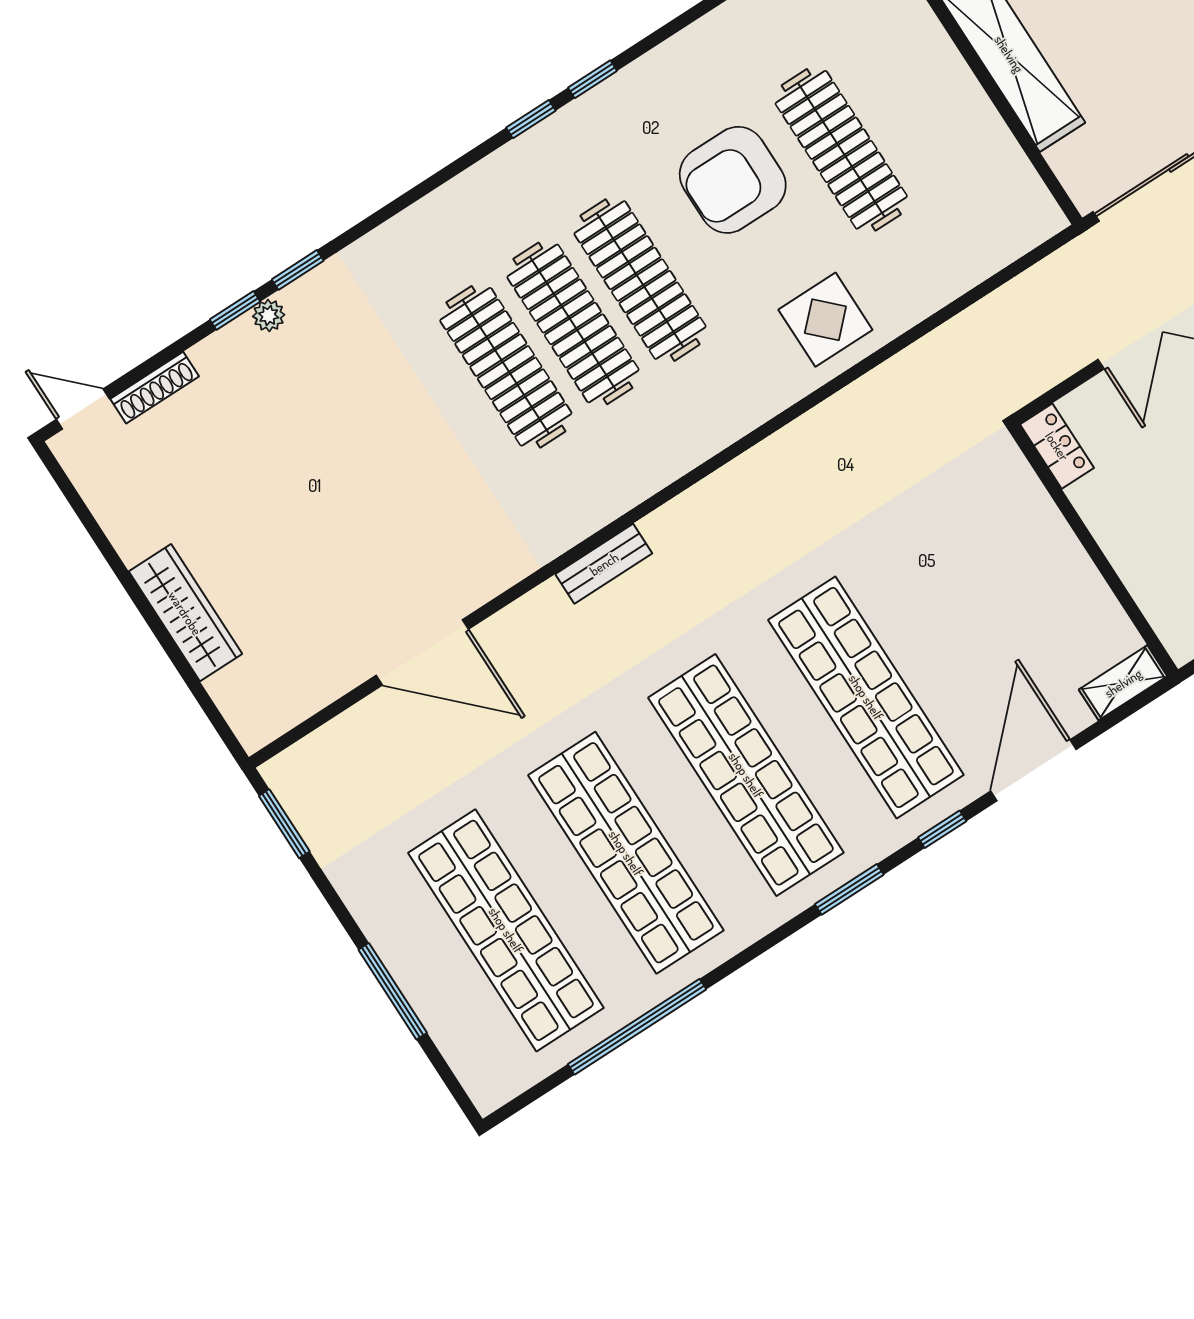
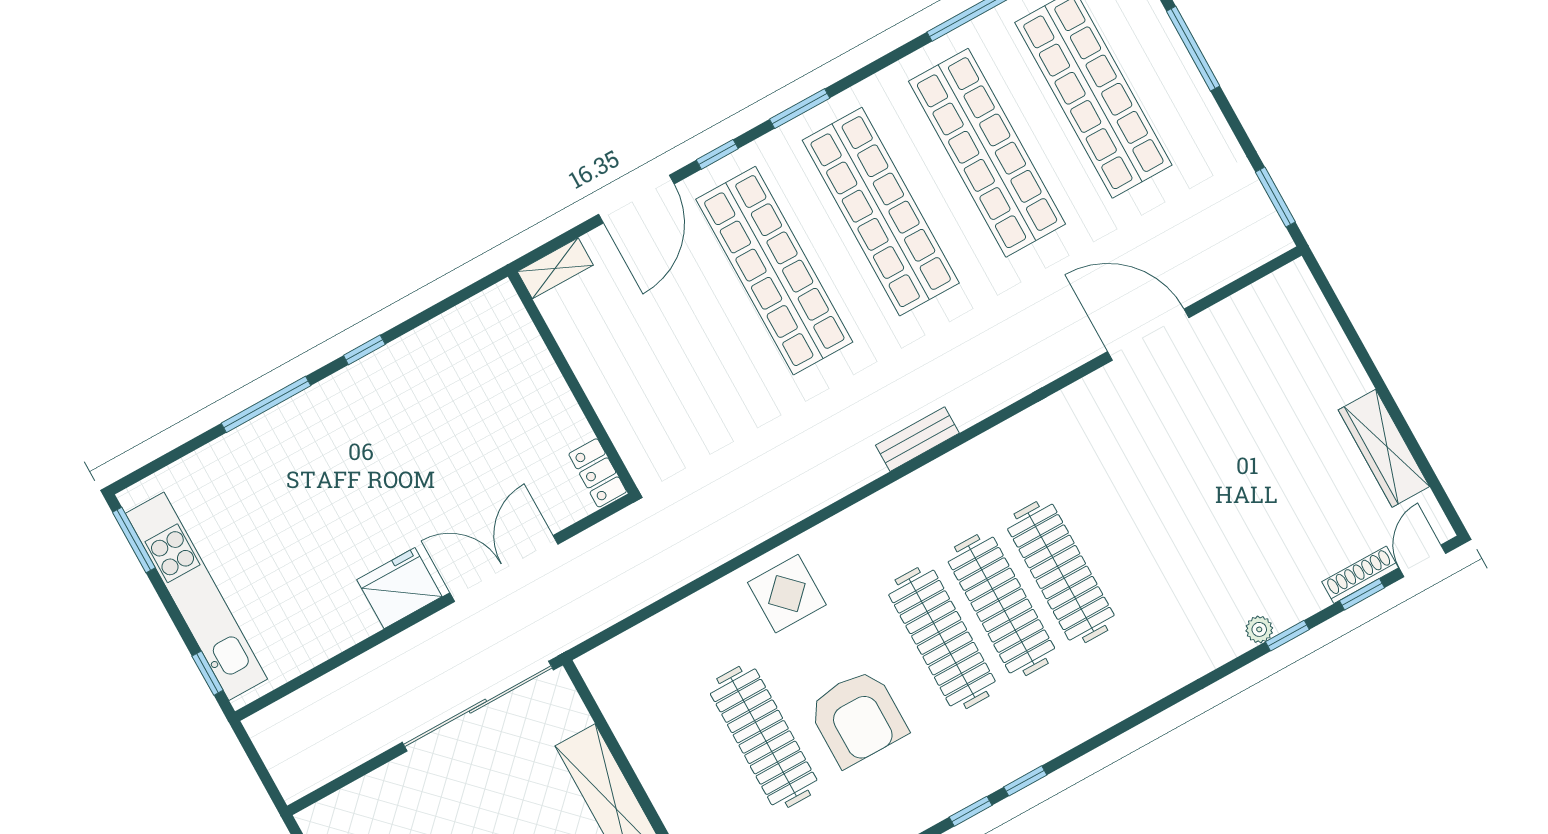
armchair: (733, 180) -> (857, 718), turned 90
window: (298, 270) -> (1362, 594), moved
door: (83, 409) -> (1422, 561), swing flipped
bench: (604, 564) -> (917, 439), moved
wardrobe: (185, 613) -> (1384, 448), moved

